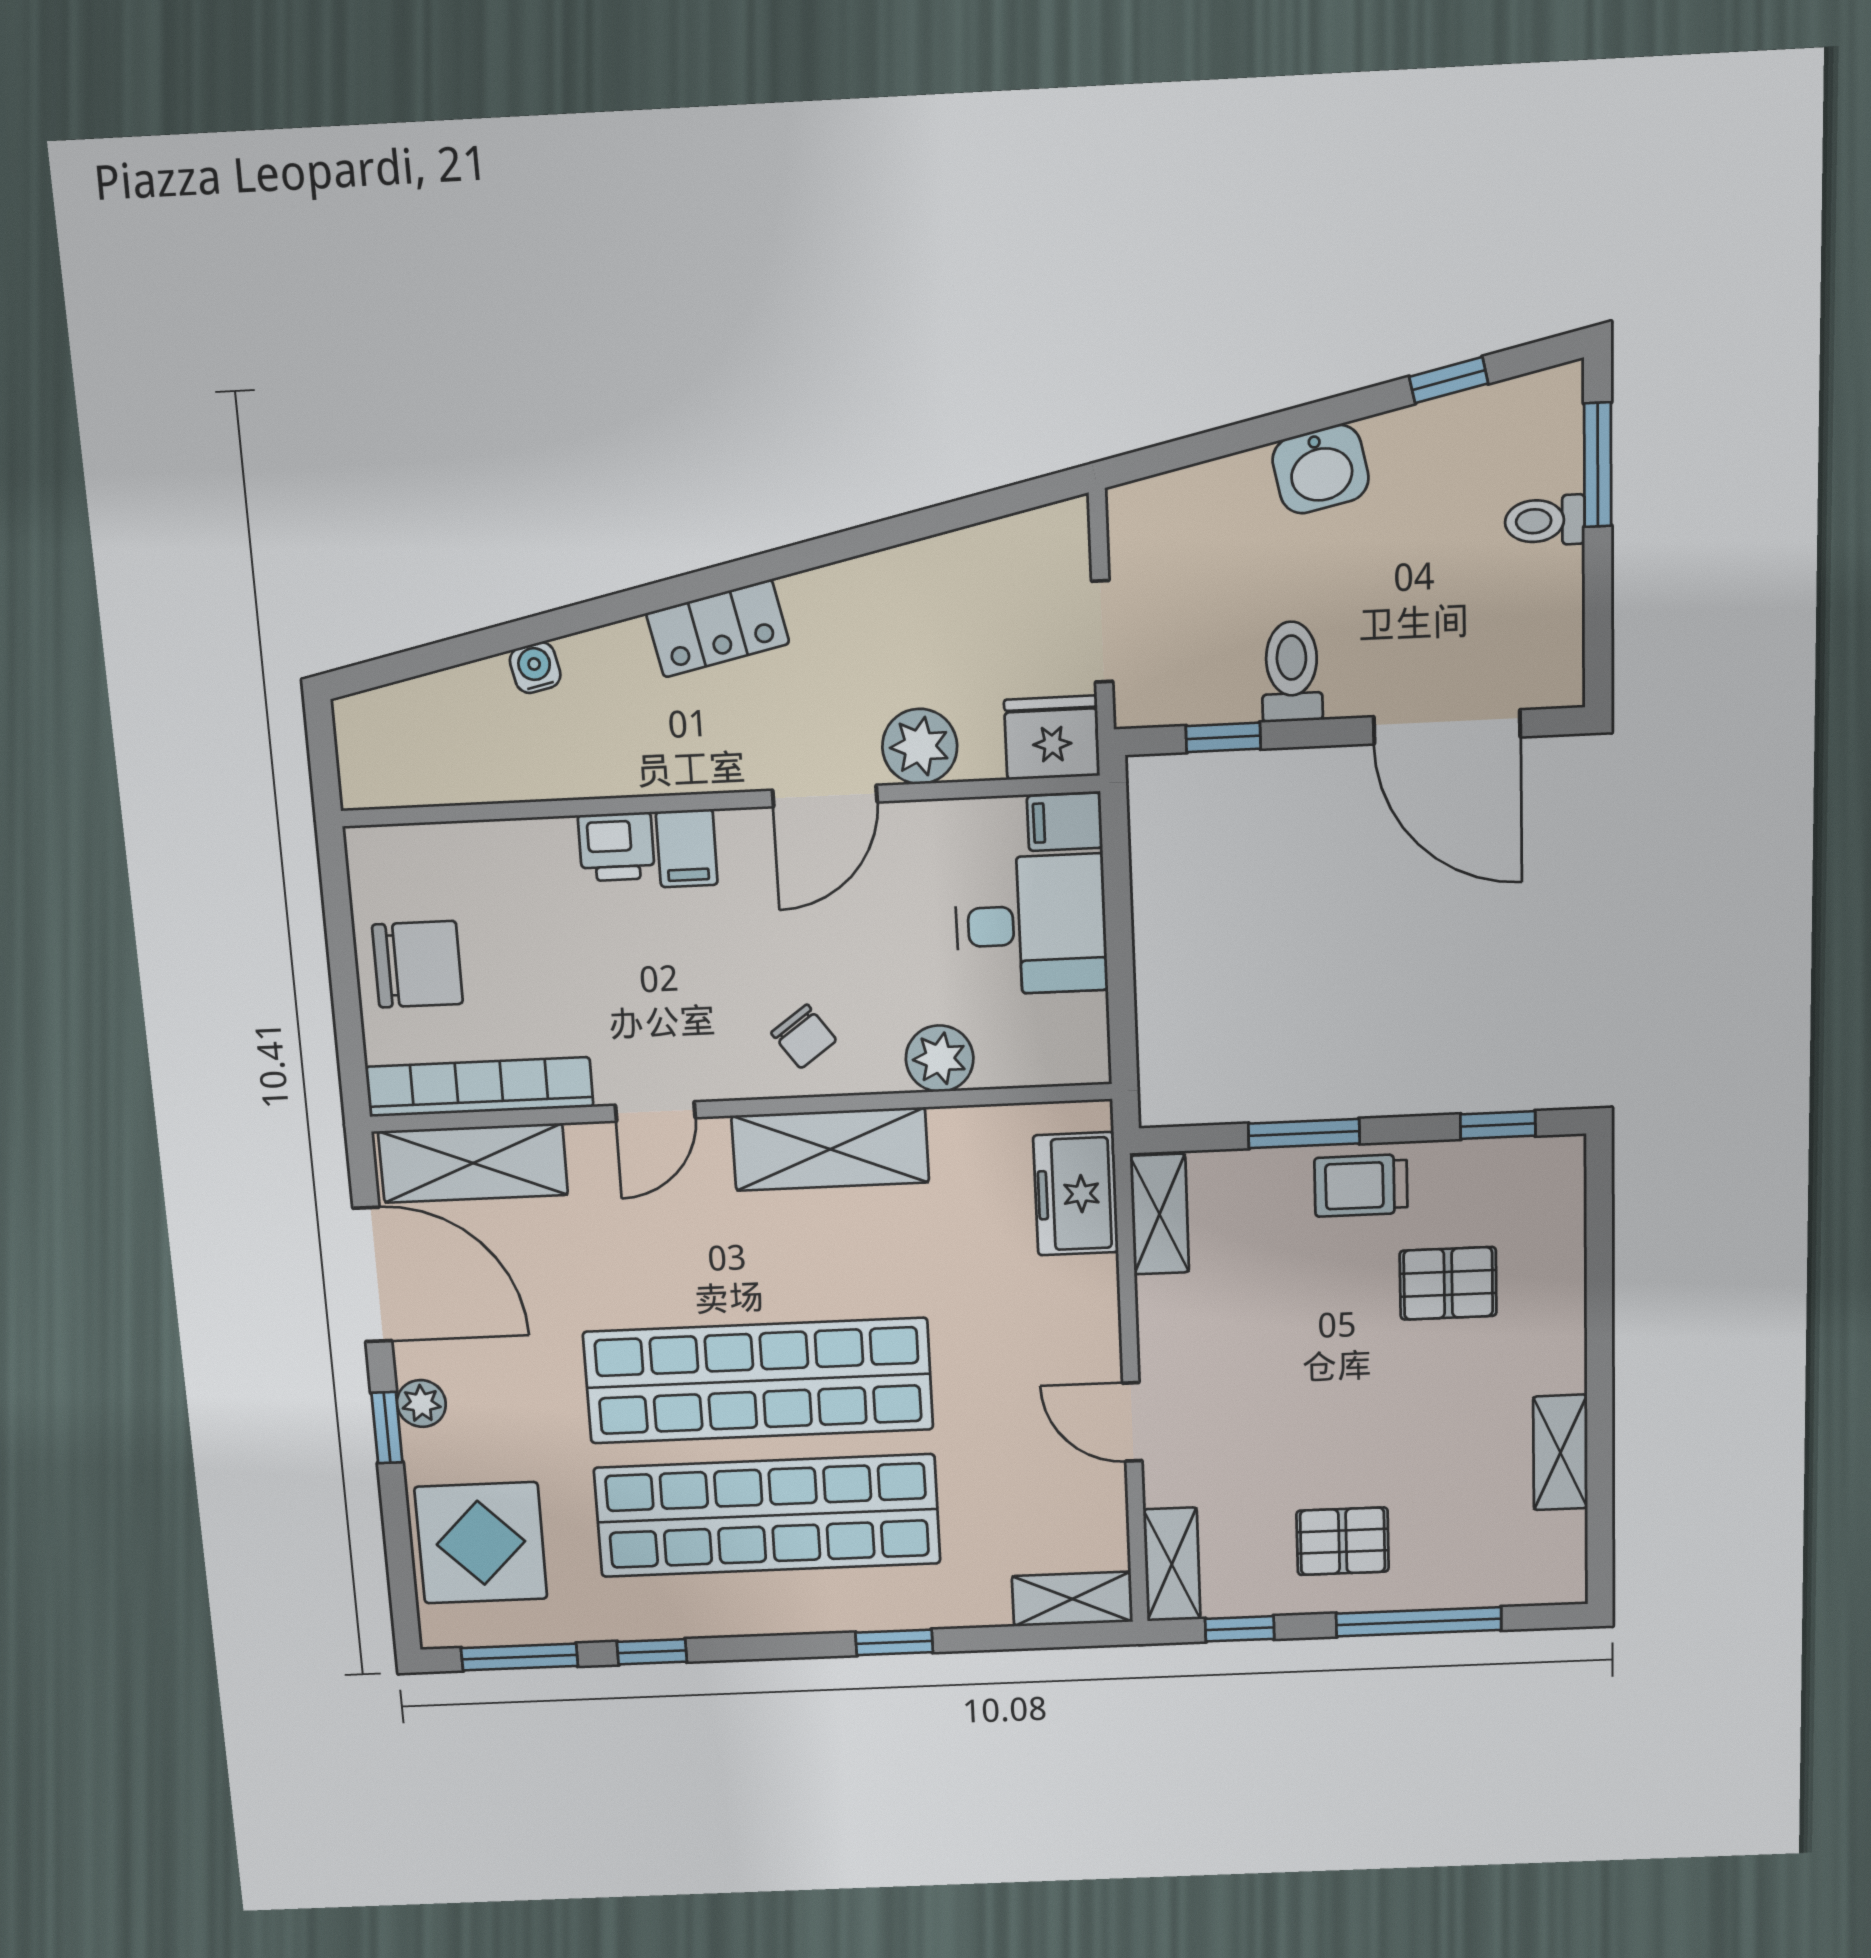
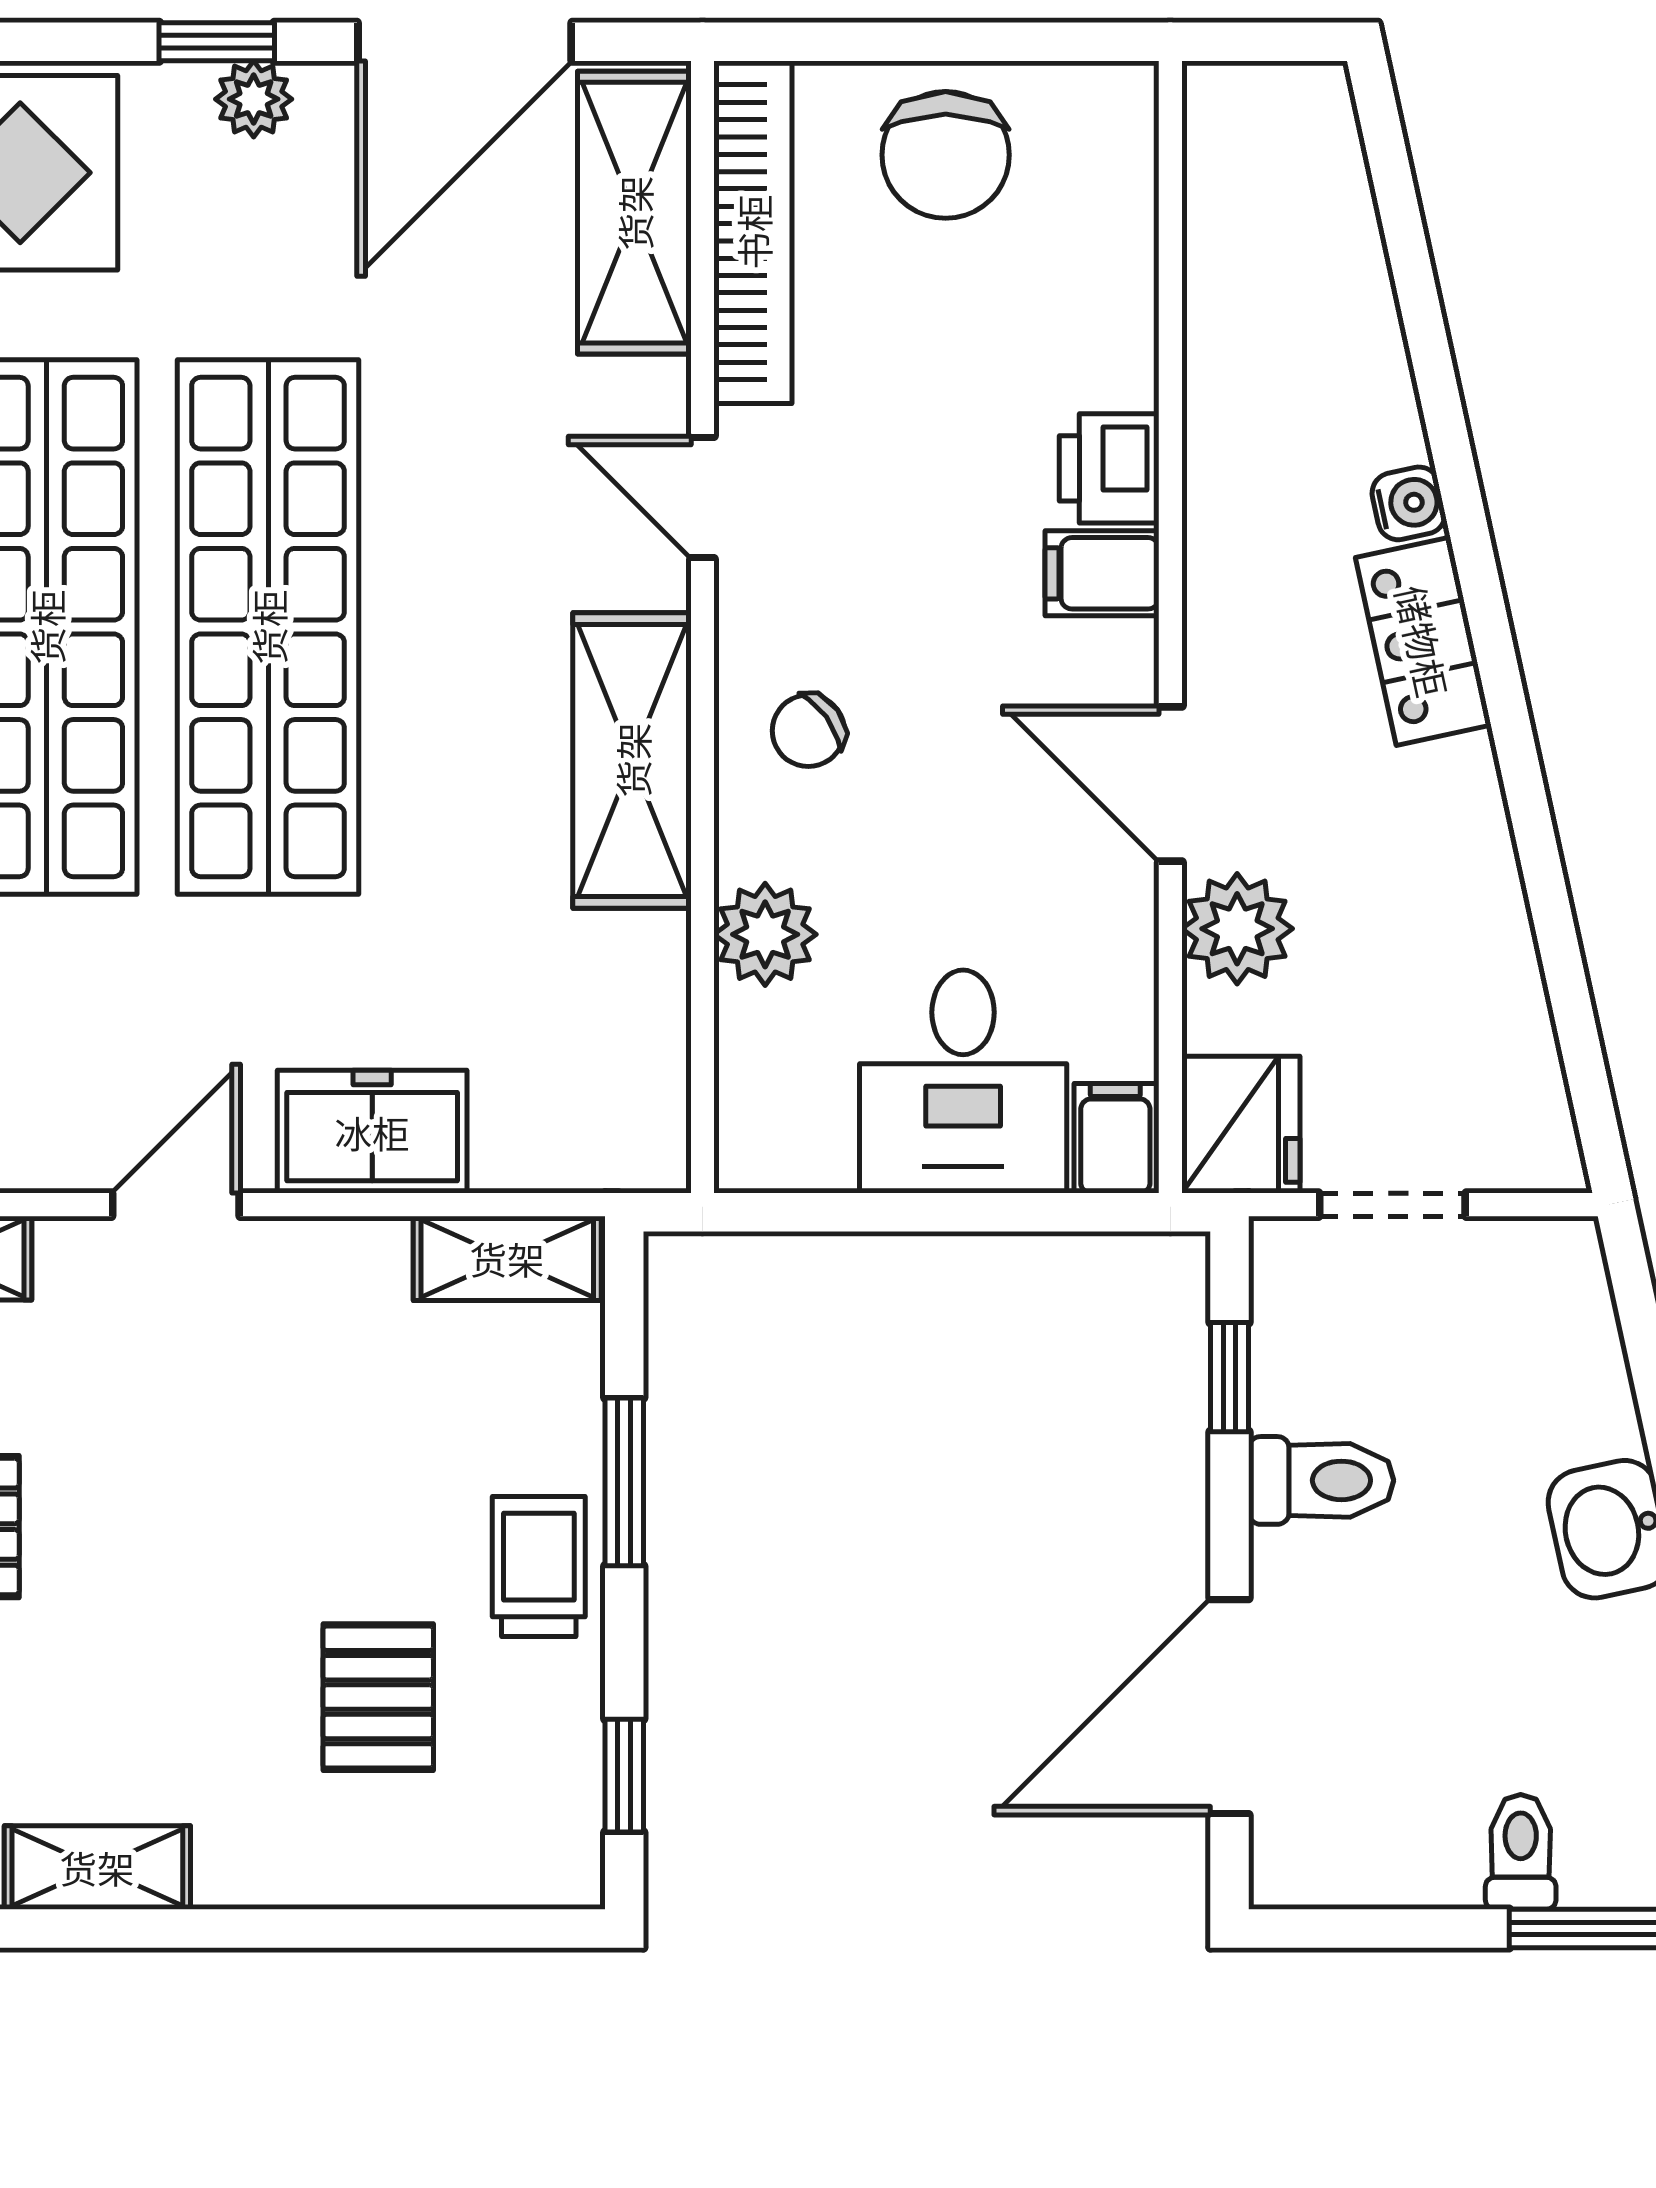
water cooler: (535, 668) -> (1409, 503), moved
freezer: (1076, 1194) -> (372, 1132), moved

